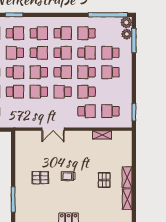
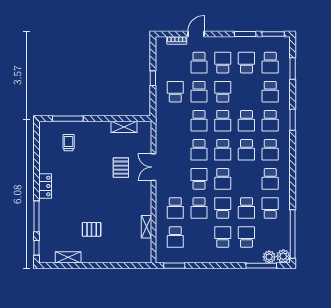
school desk: (15, 53) -> (246, 121), turned 180
school desk: (63, 53) -> (246, 179), removed
school desk: (39, 72) -> (223, 150), turned 180
school desk: (39, 92) -> (199, 150), turned 180
school desk: (87, 92) -> (199, 208), turned 180
school desk: (110, 111) -> (175, 237), turned 180
trolley: (68, 176) -> (69, 143), moved
shelving: (127, 177) -> (124, 127), moved
pallet: (40, 178) -> (121, 168), moved

